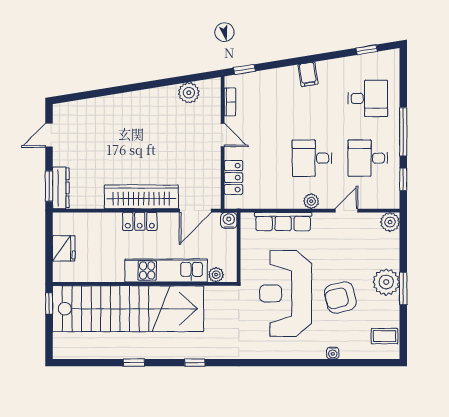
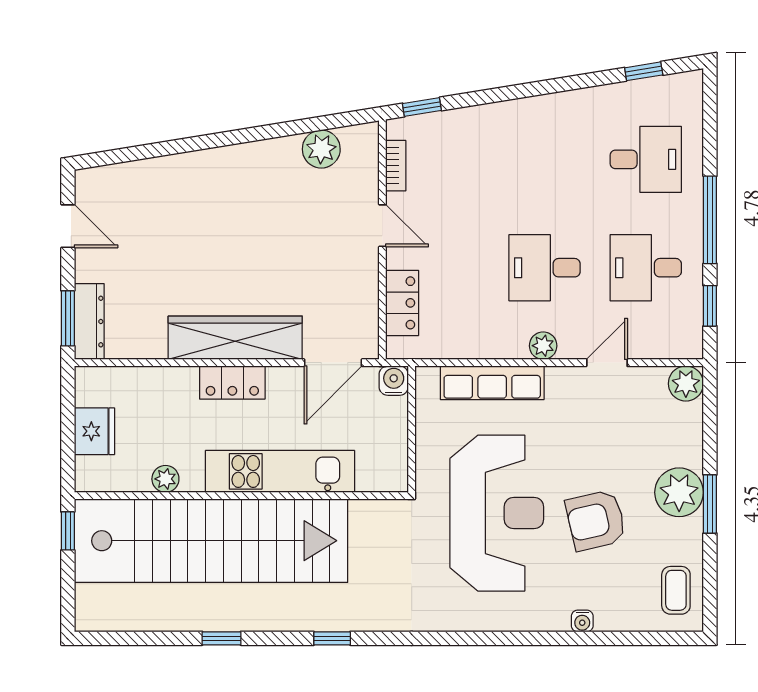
filing cabinet: (308, 74) -> (537, 116), removed
door: (49, 135) -> (68, 226), swing flipped
plant: (216, 275) -> (165, 479), moved
reception desk: (286, 293) -> (497, 513), turned 180
coffee table: (385, 336) -> (676, 590), turned 90

